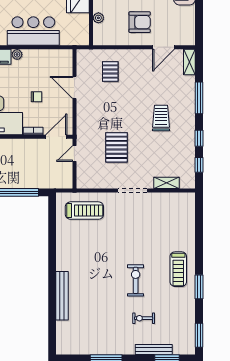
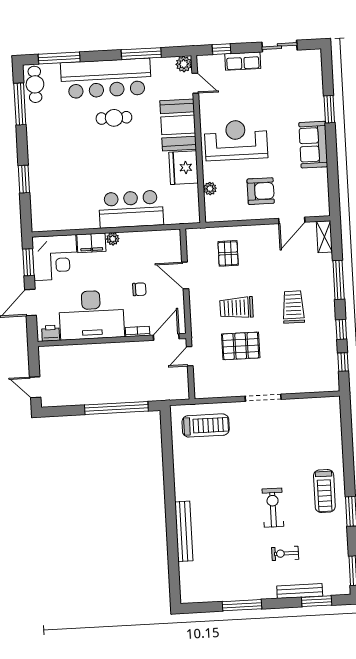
trolley: (115, 116) -> (237, 308), added
pallet: (116, 147) -> (241, 346), turned 90
shelving: (166, 183) -> (304, 386), removed

